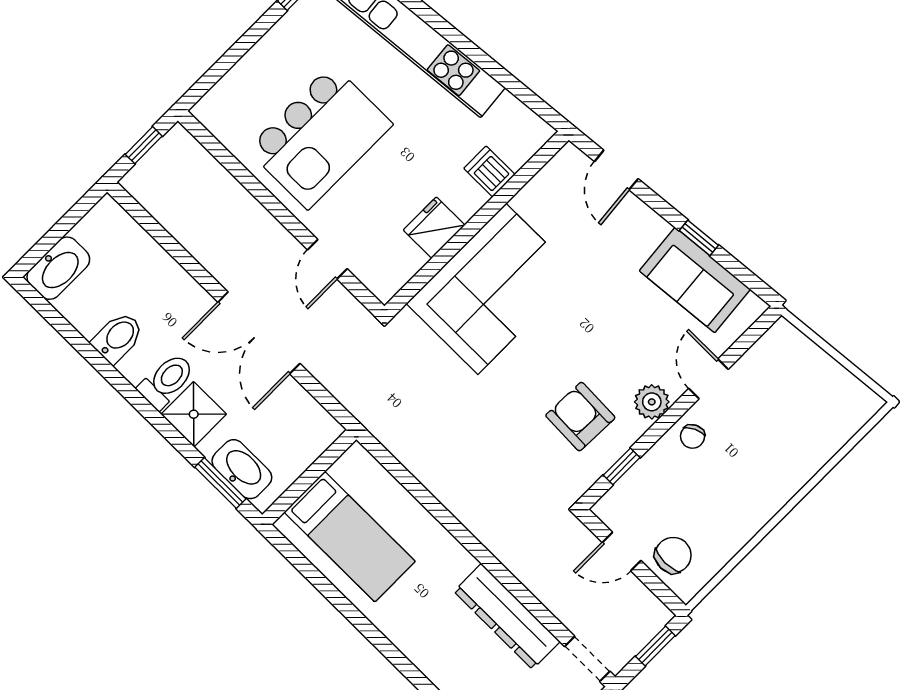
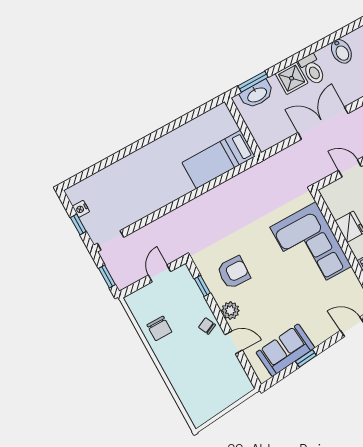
bed: (350, 537) -> (218, 159), moved
chair: (673, 555) -> (159, 328), moved
dresser: (507, 616) -> (144, 206), removed

